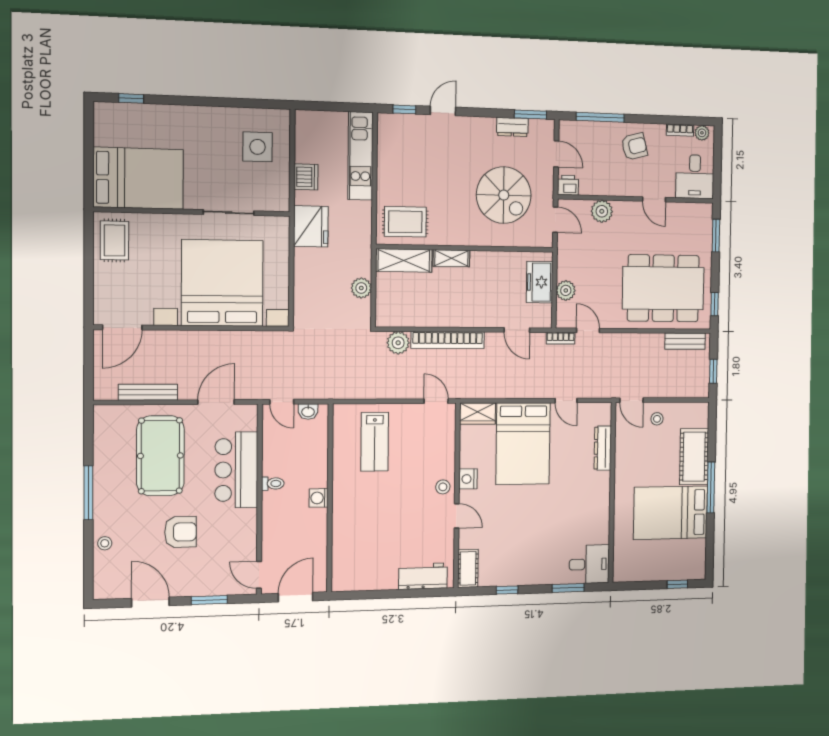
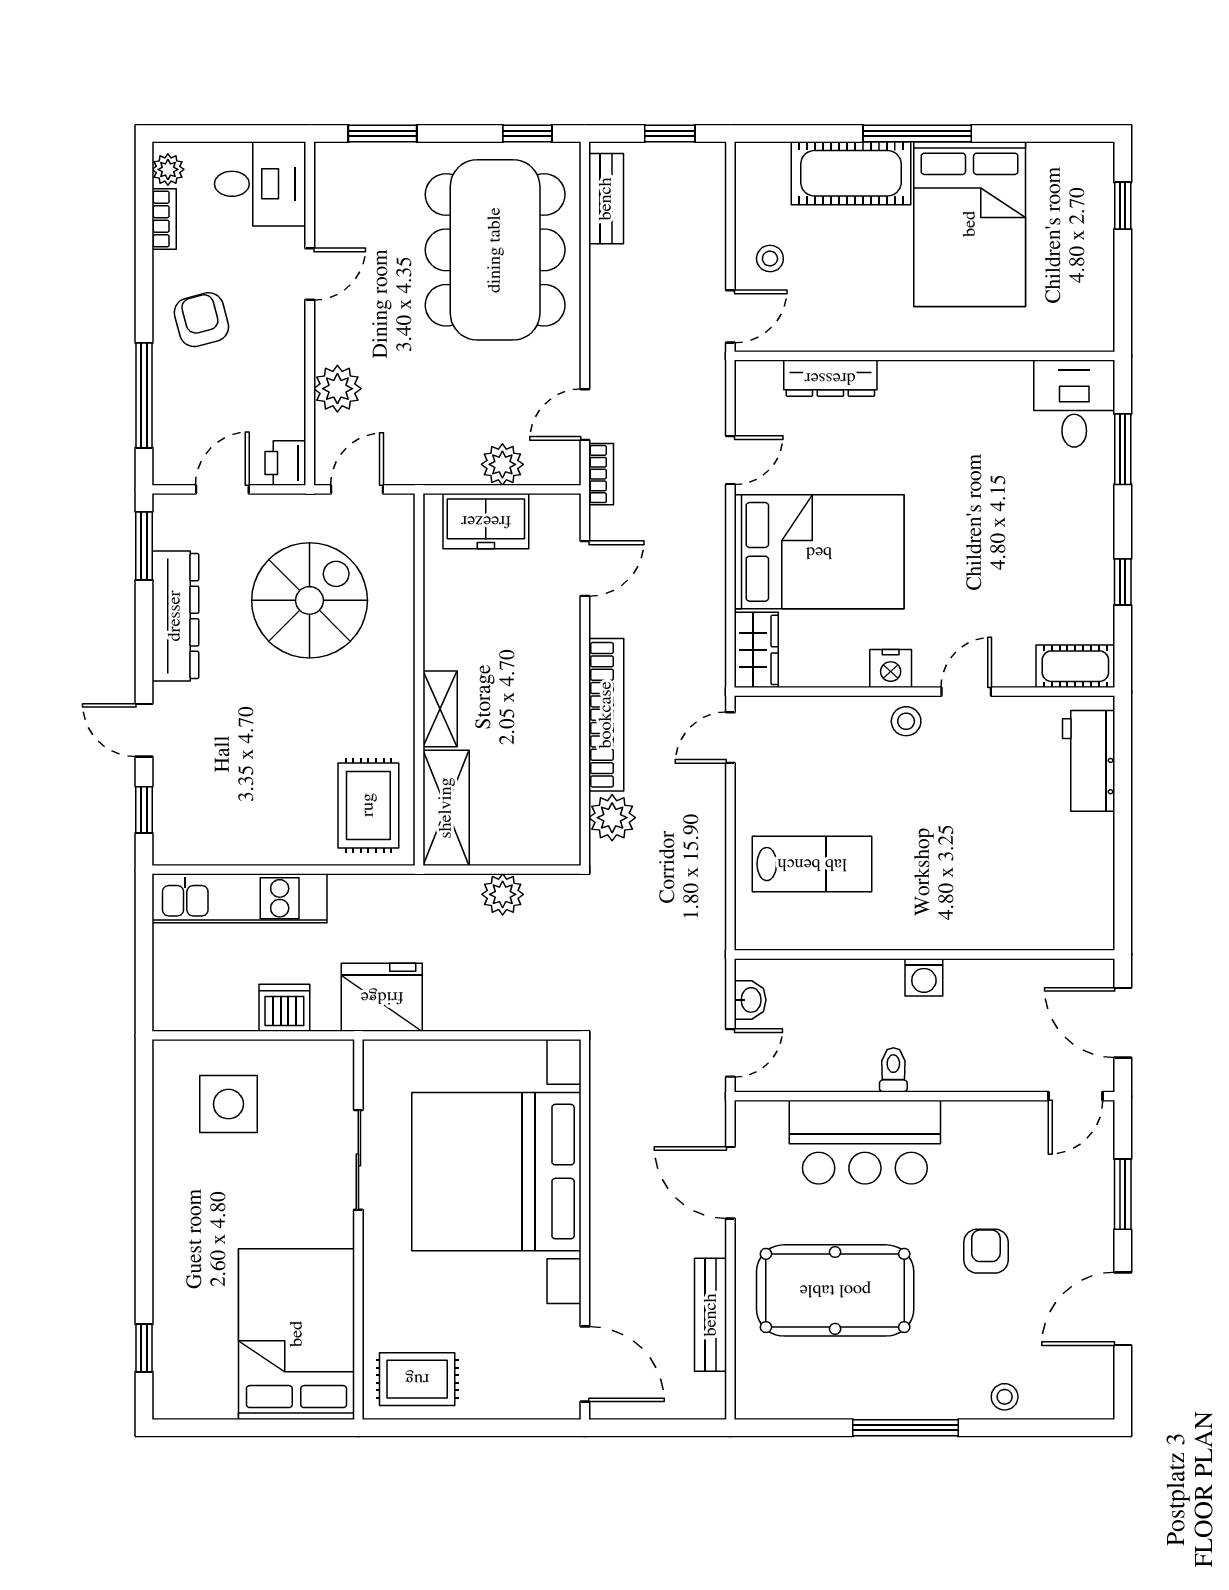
dresser: (512, 127) -> (175, 616), width x1.96, depth x1.24
armchair: (180, 532) -> (986, 1251), width x0.72, depth x0.72

